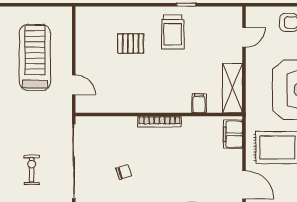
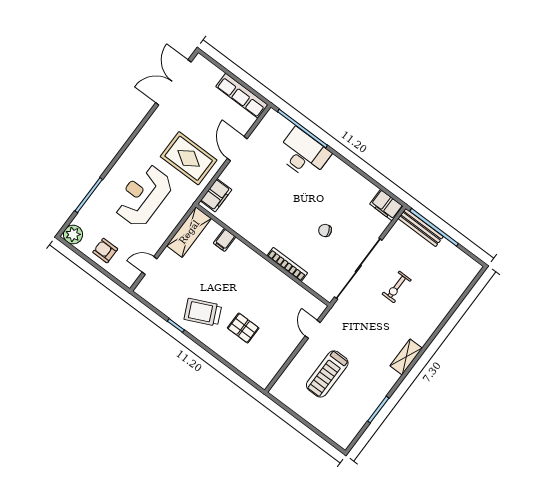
trolley: (173, 32) -> (203, 312), turned -115
treadmill: (35, 57) -> (327, 374), width x0.73, depth x0.73
bookcase: (159, 122) -> (287, 264), moved

